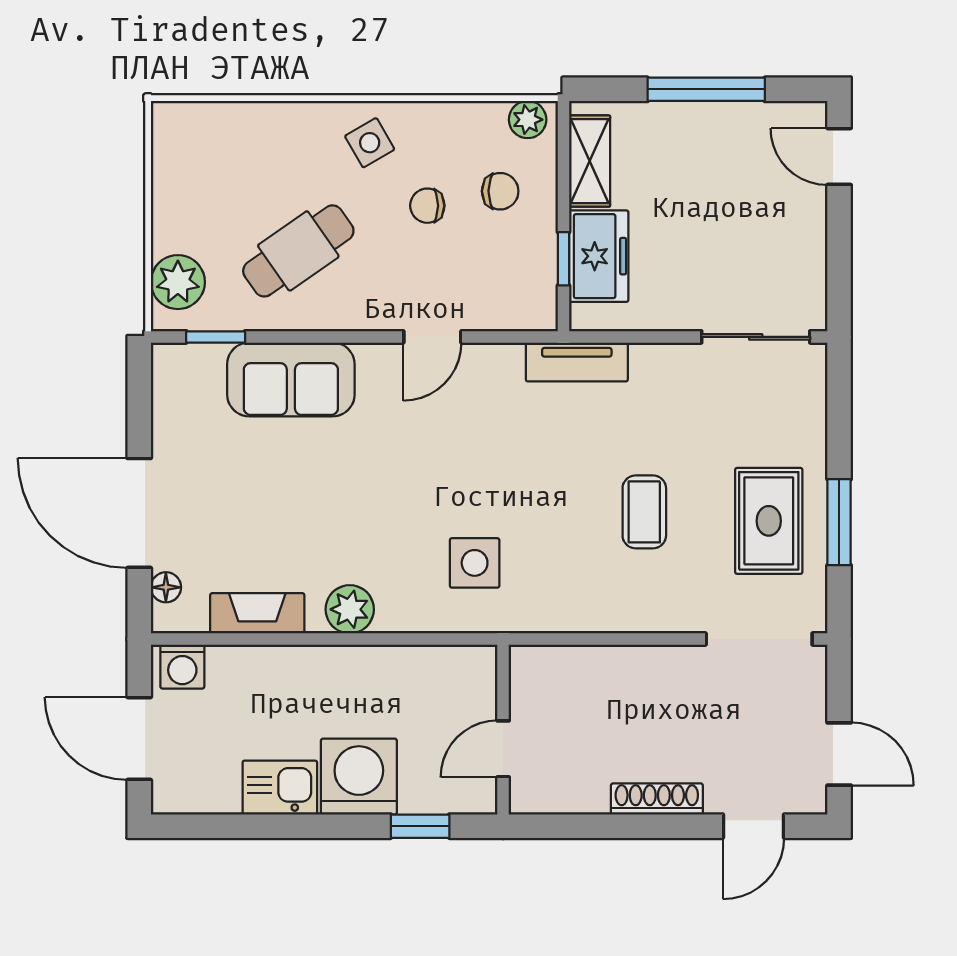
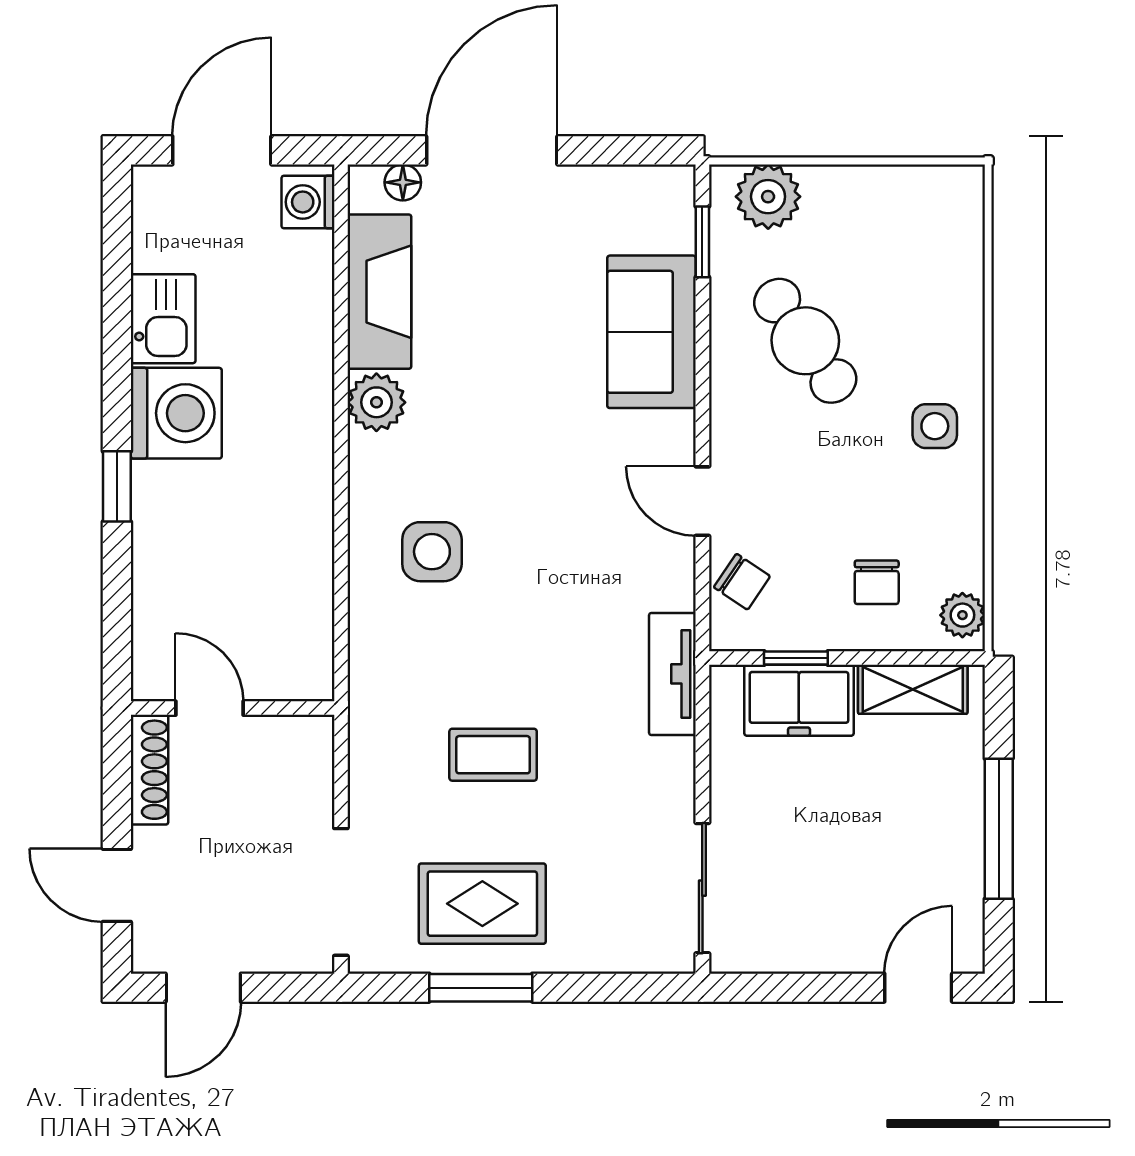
side table: (370, 143) -> (935, 426), turned 30
chair: (427, 206) -> (742, 582), moved, turned 124
fireplace: (257, 613) -> (379, 292), width x1.37, depth x1.32
wall: (503, 730) -> (233, 708), moved
door: (503, 749) -> (209, 708), moved

